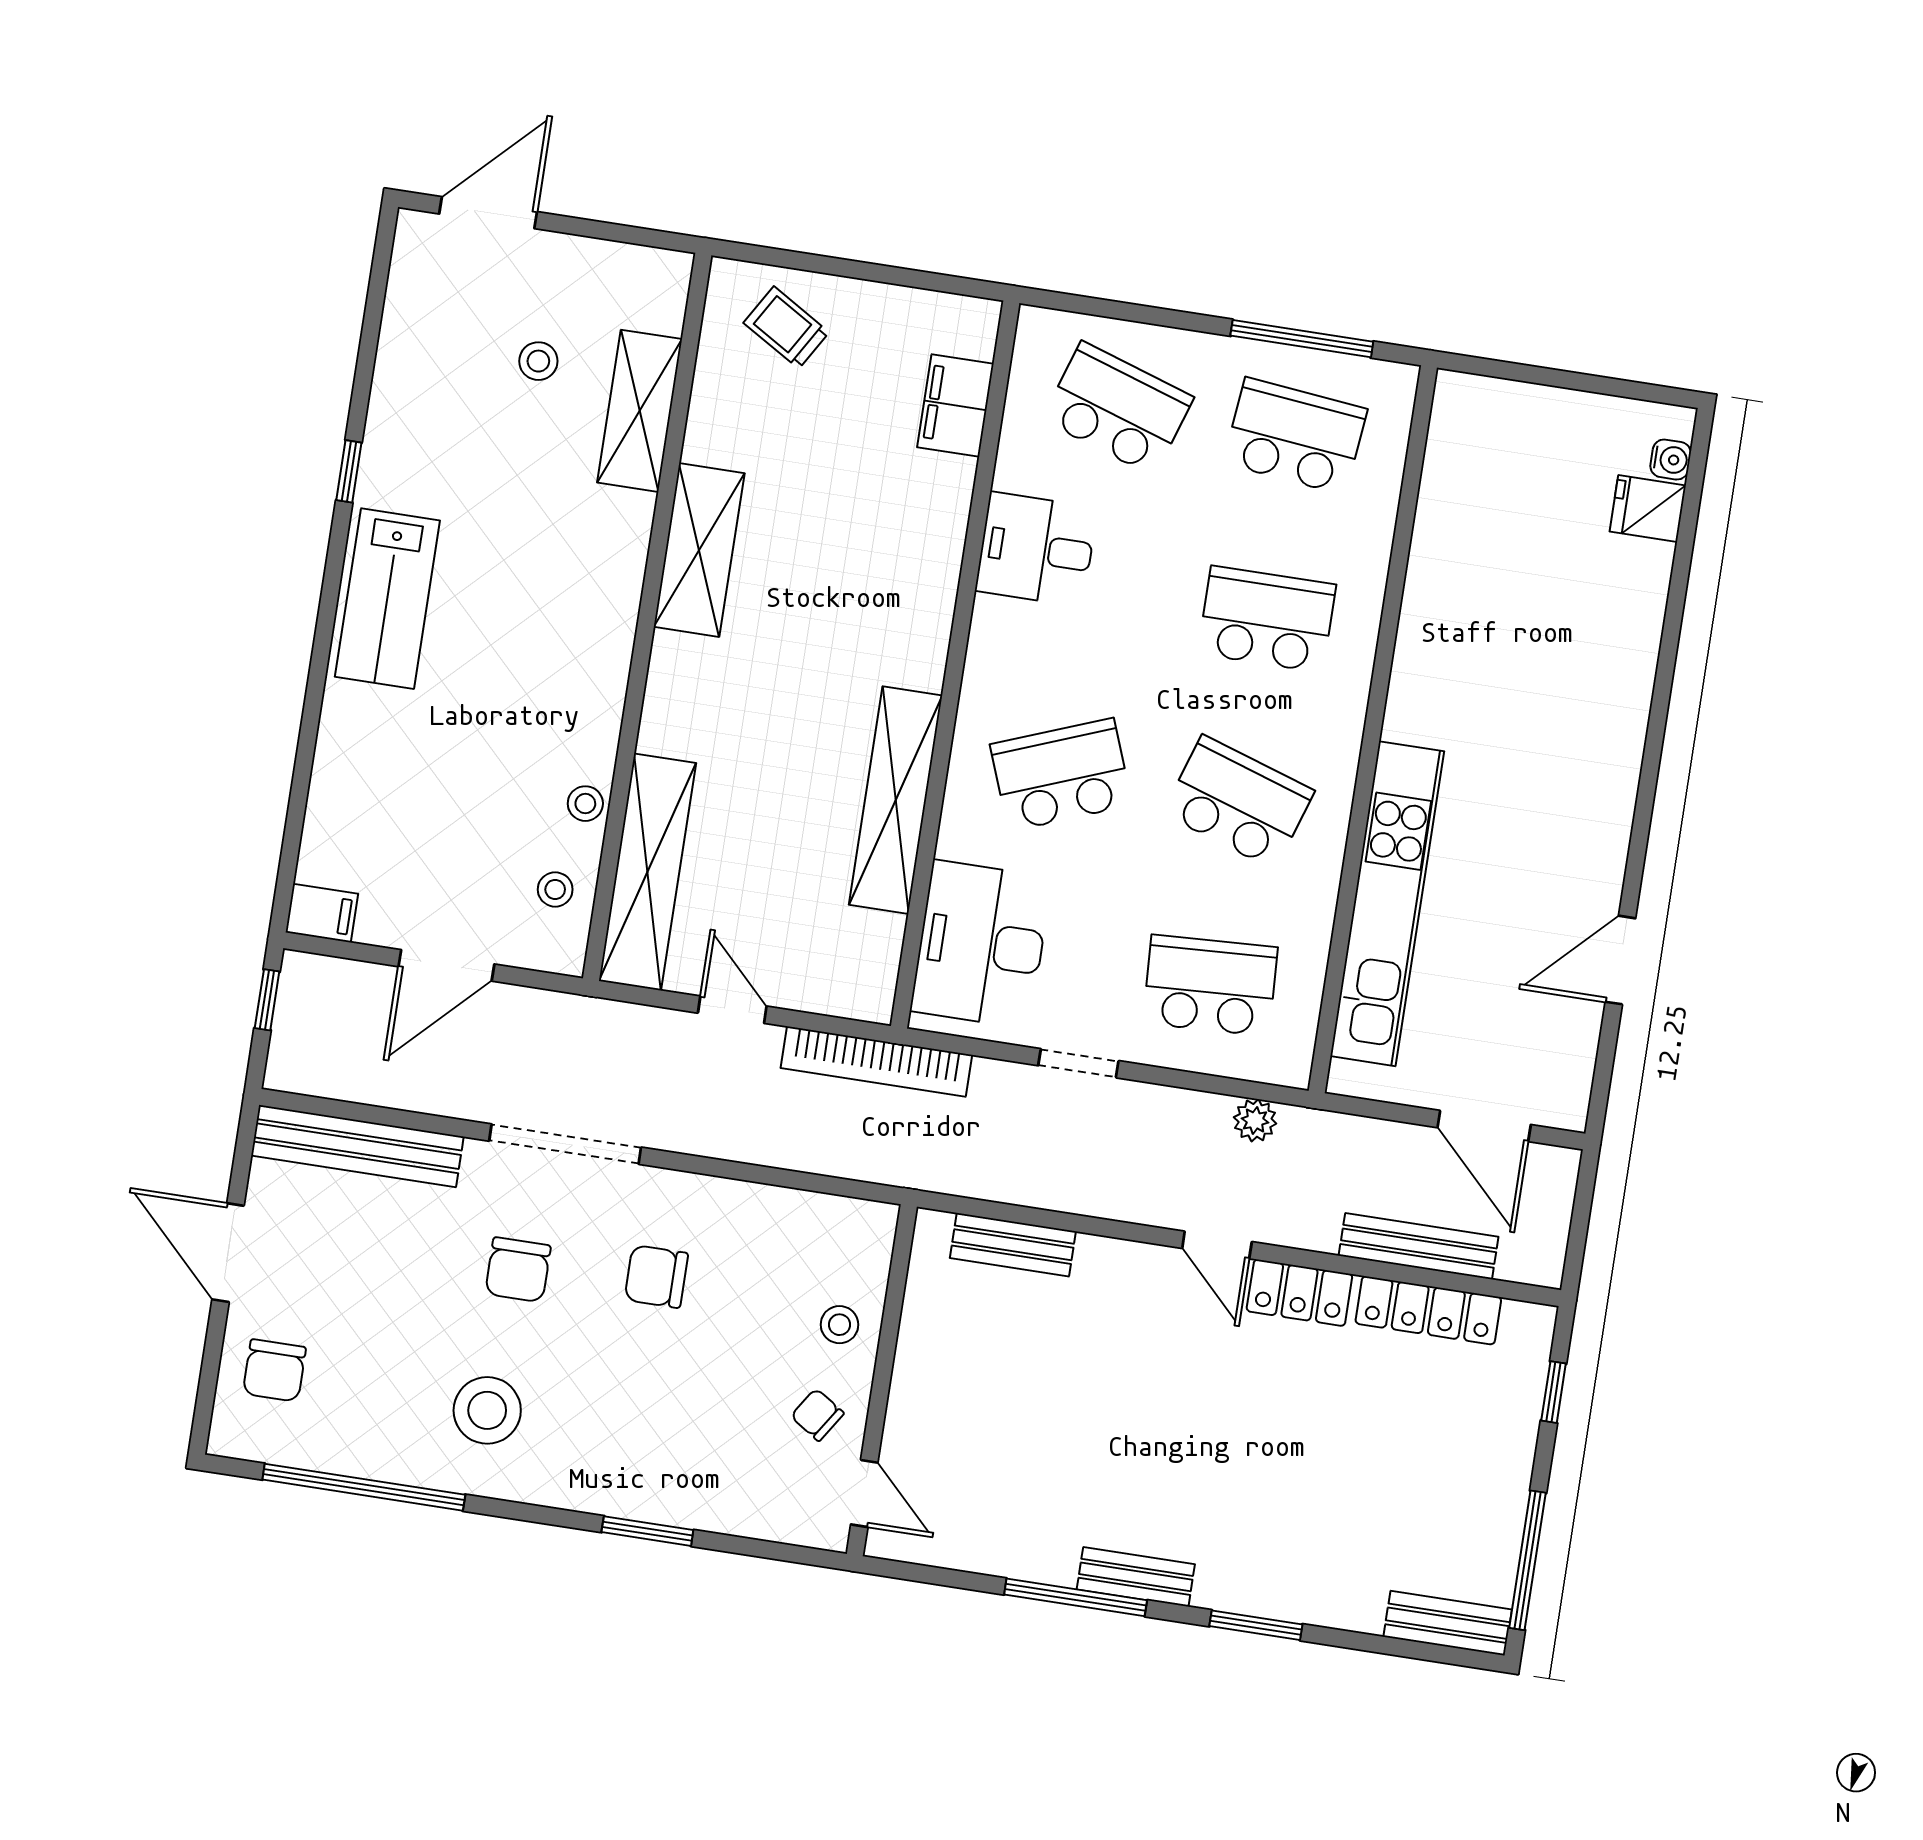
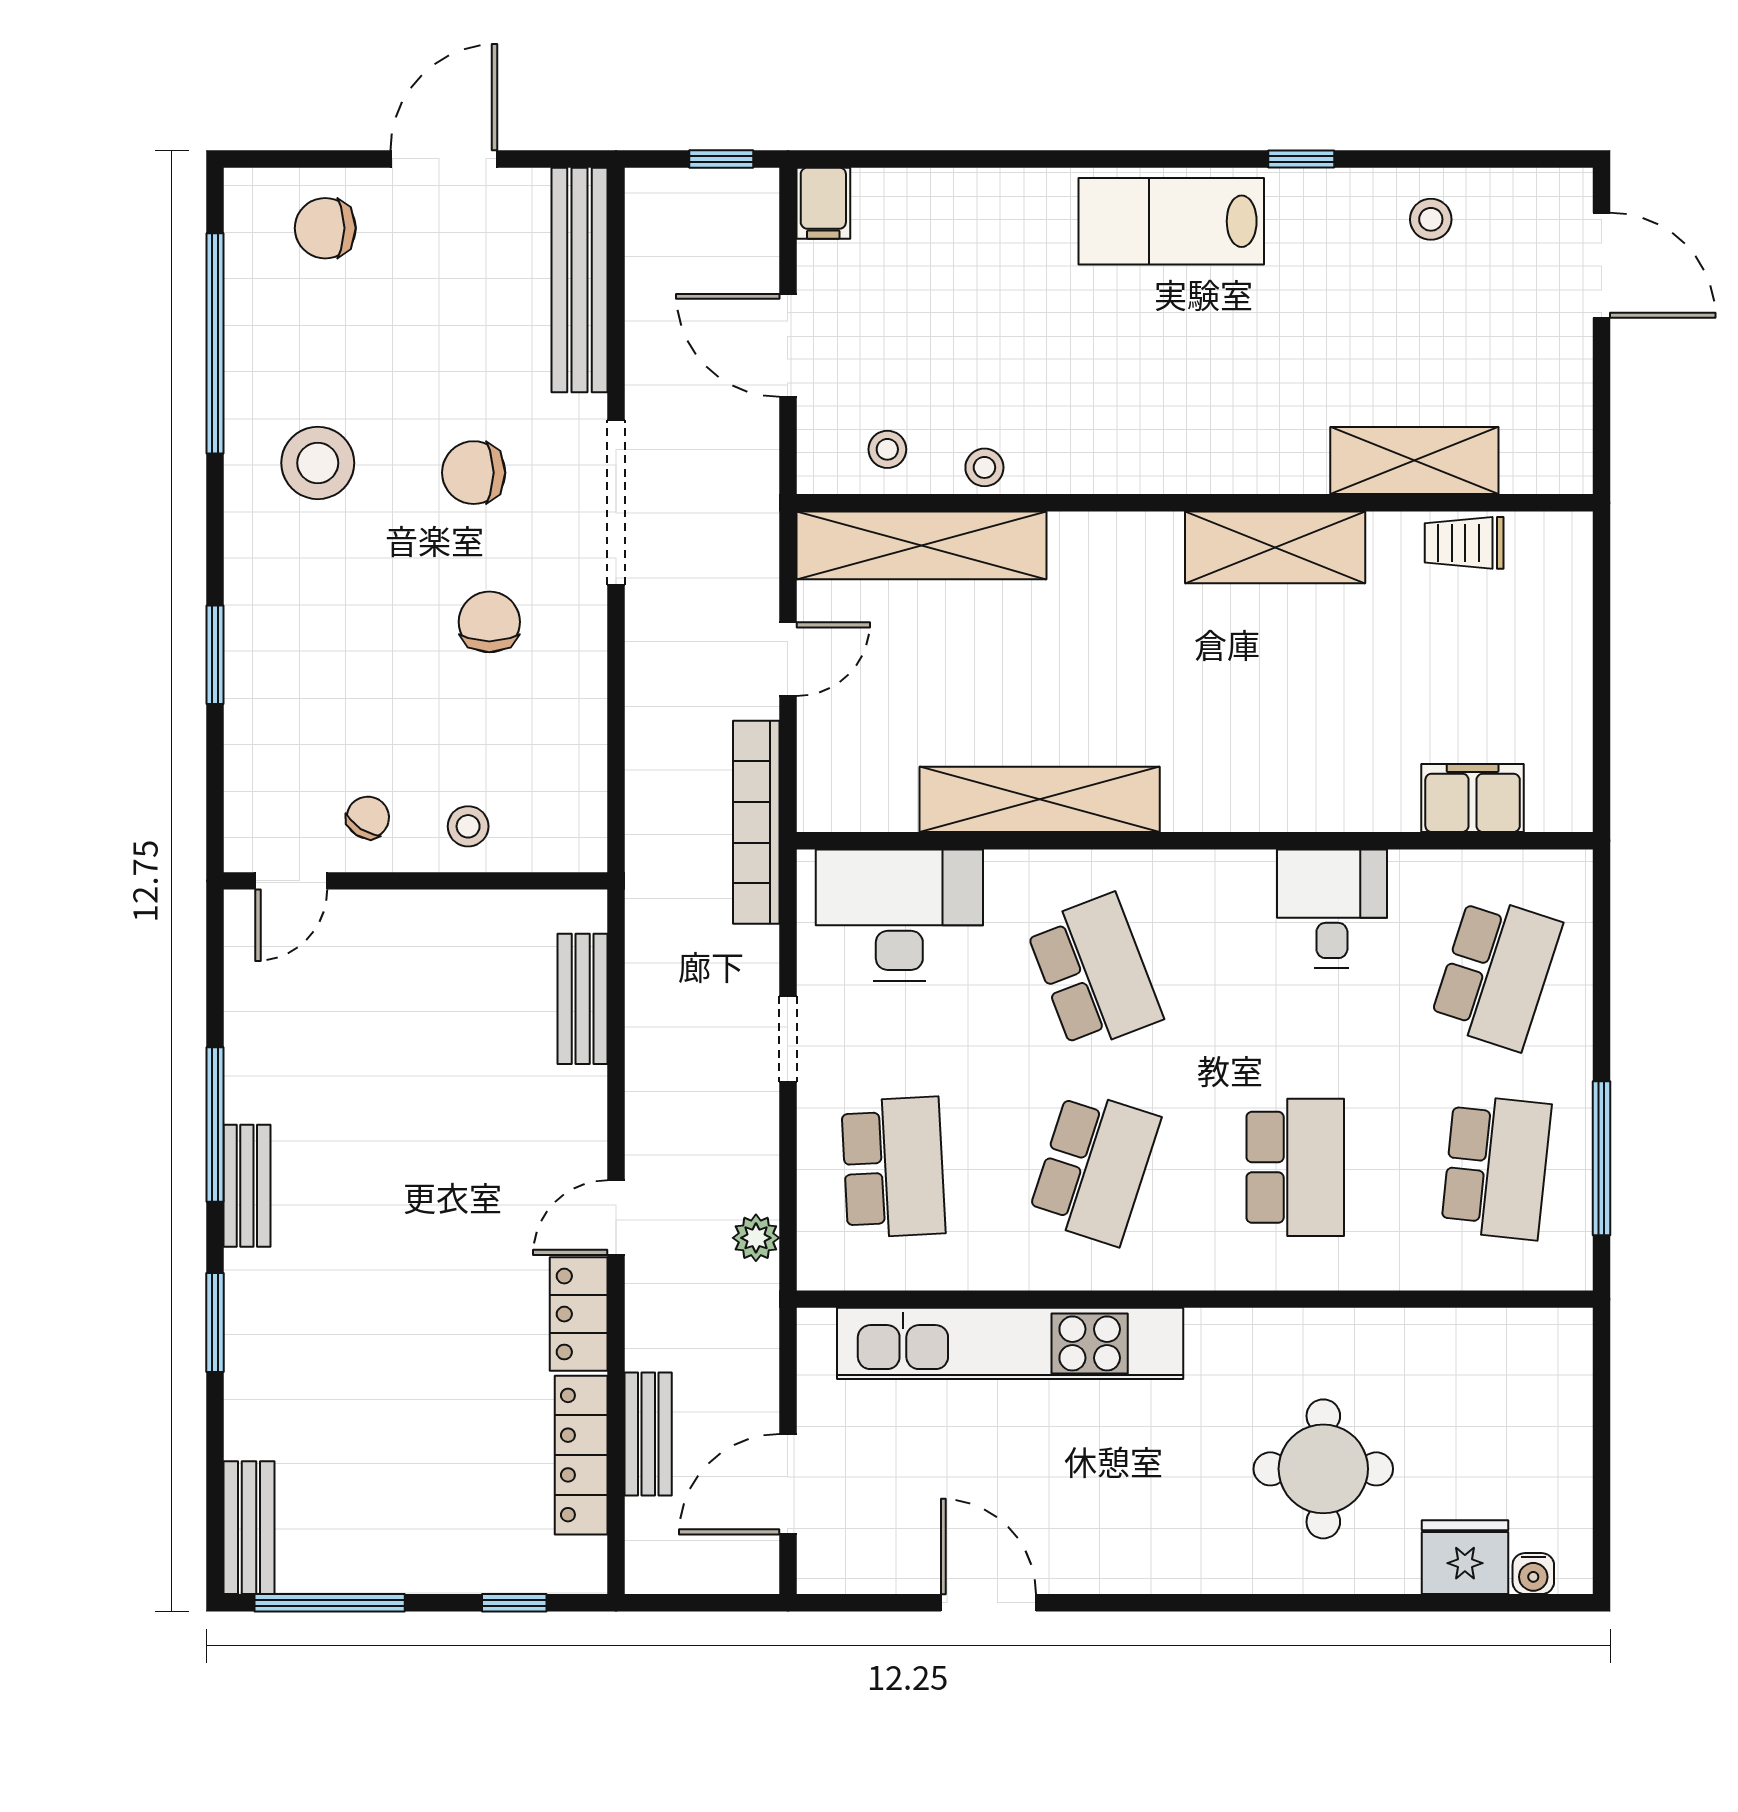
trolley: (786, 328) -> (1464, 543), moved, turned -121
stool: (538, 361) -> (1431, 219), moved
fridge: (1648, 509) -> (1465, 1557), width x1.38
round table: (1546, 636) -> (1323, 1469), added
bench: (1419, 1246) -> (648, 1434), width x0.73

